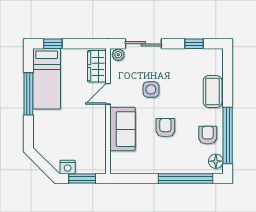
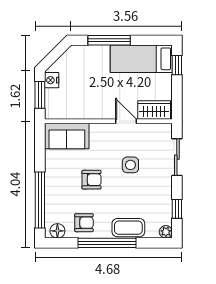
plant: (118, 55) -> (166, 232), moved
window: (28, 94) -> (109, 40), moved
sofa: (122, 129) -> (67, 136), moved
window: (228, 136) -> (107, 243), moved

